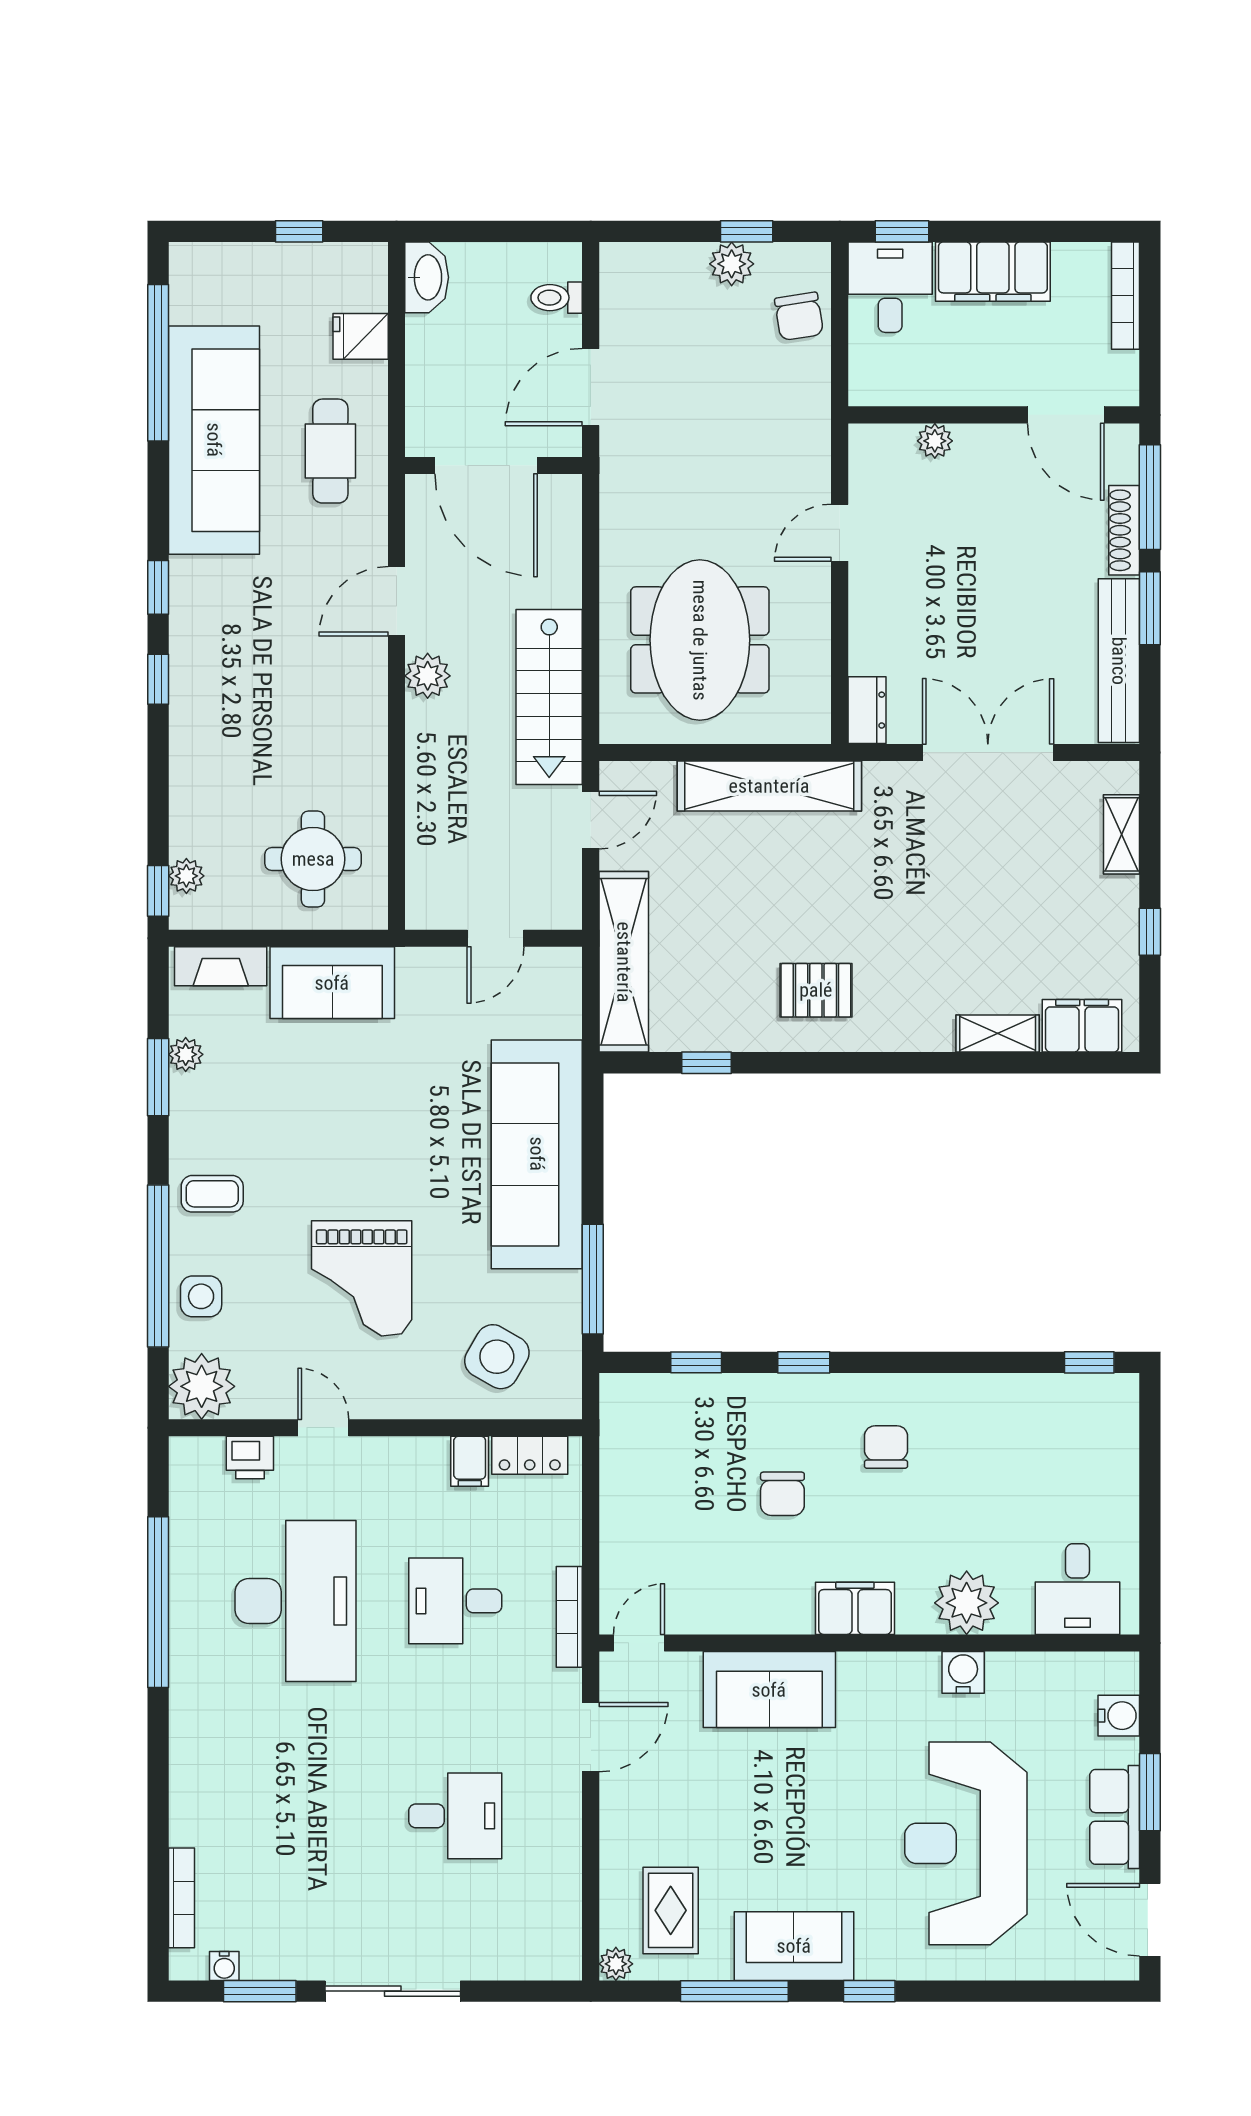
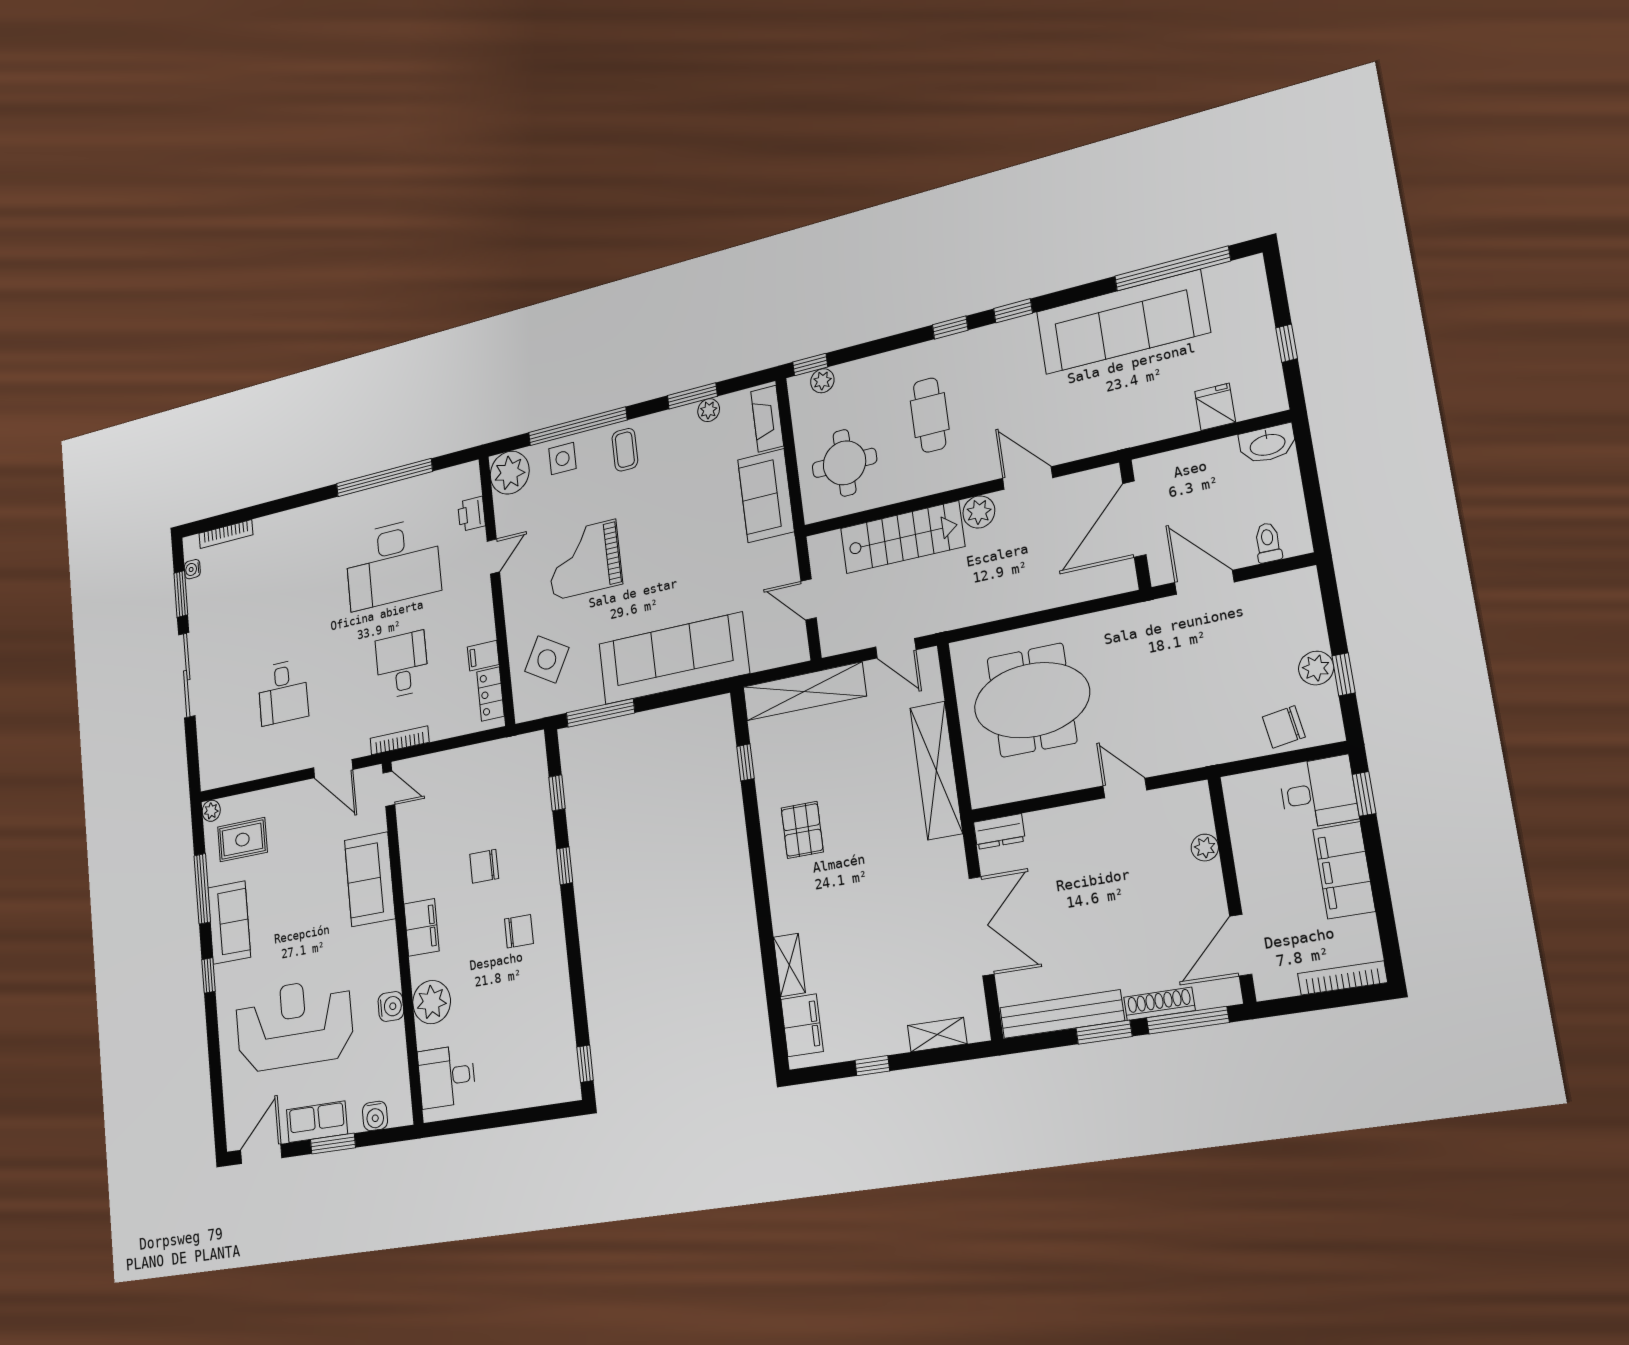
cafe table: (330, 451) -> (930, 415), moved, turned 90
stairs: (549, 697) -> (902, 537), moved, turned 180

